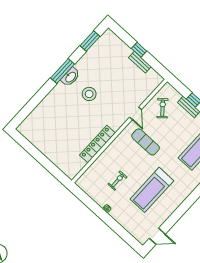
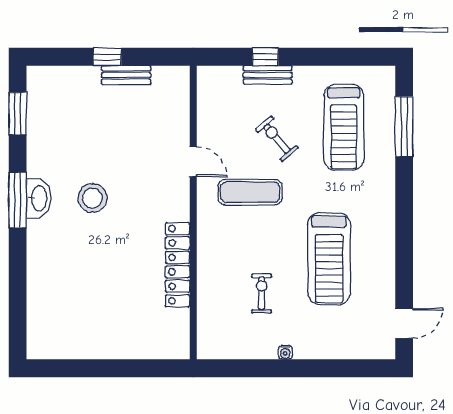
exercise bike: (163, 108) -> (277, 139), moved

